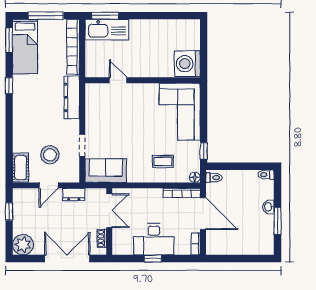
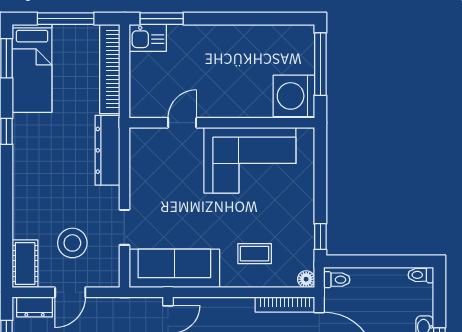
kitchen sink: (107, 30) -> (148, 38), width x0.53, depth x0.81
window: (204, 44) -> (320, 64), added
door: (118, 80) -> (182, 123), hinge flipped
corner sofa: (180, 112) -> (250, 160), moved, turned -90
sofa: (106, 171) -> (174, 268), width x1.36
dresser: (74, 194) -> (35, 307), moved

